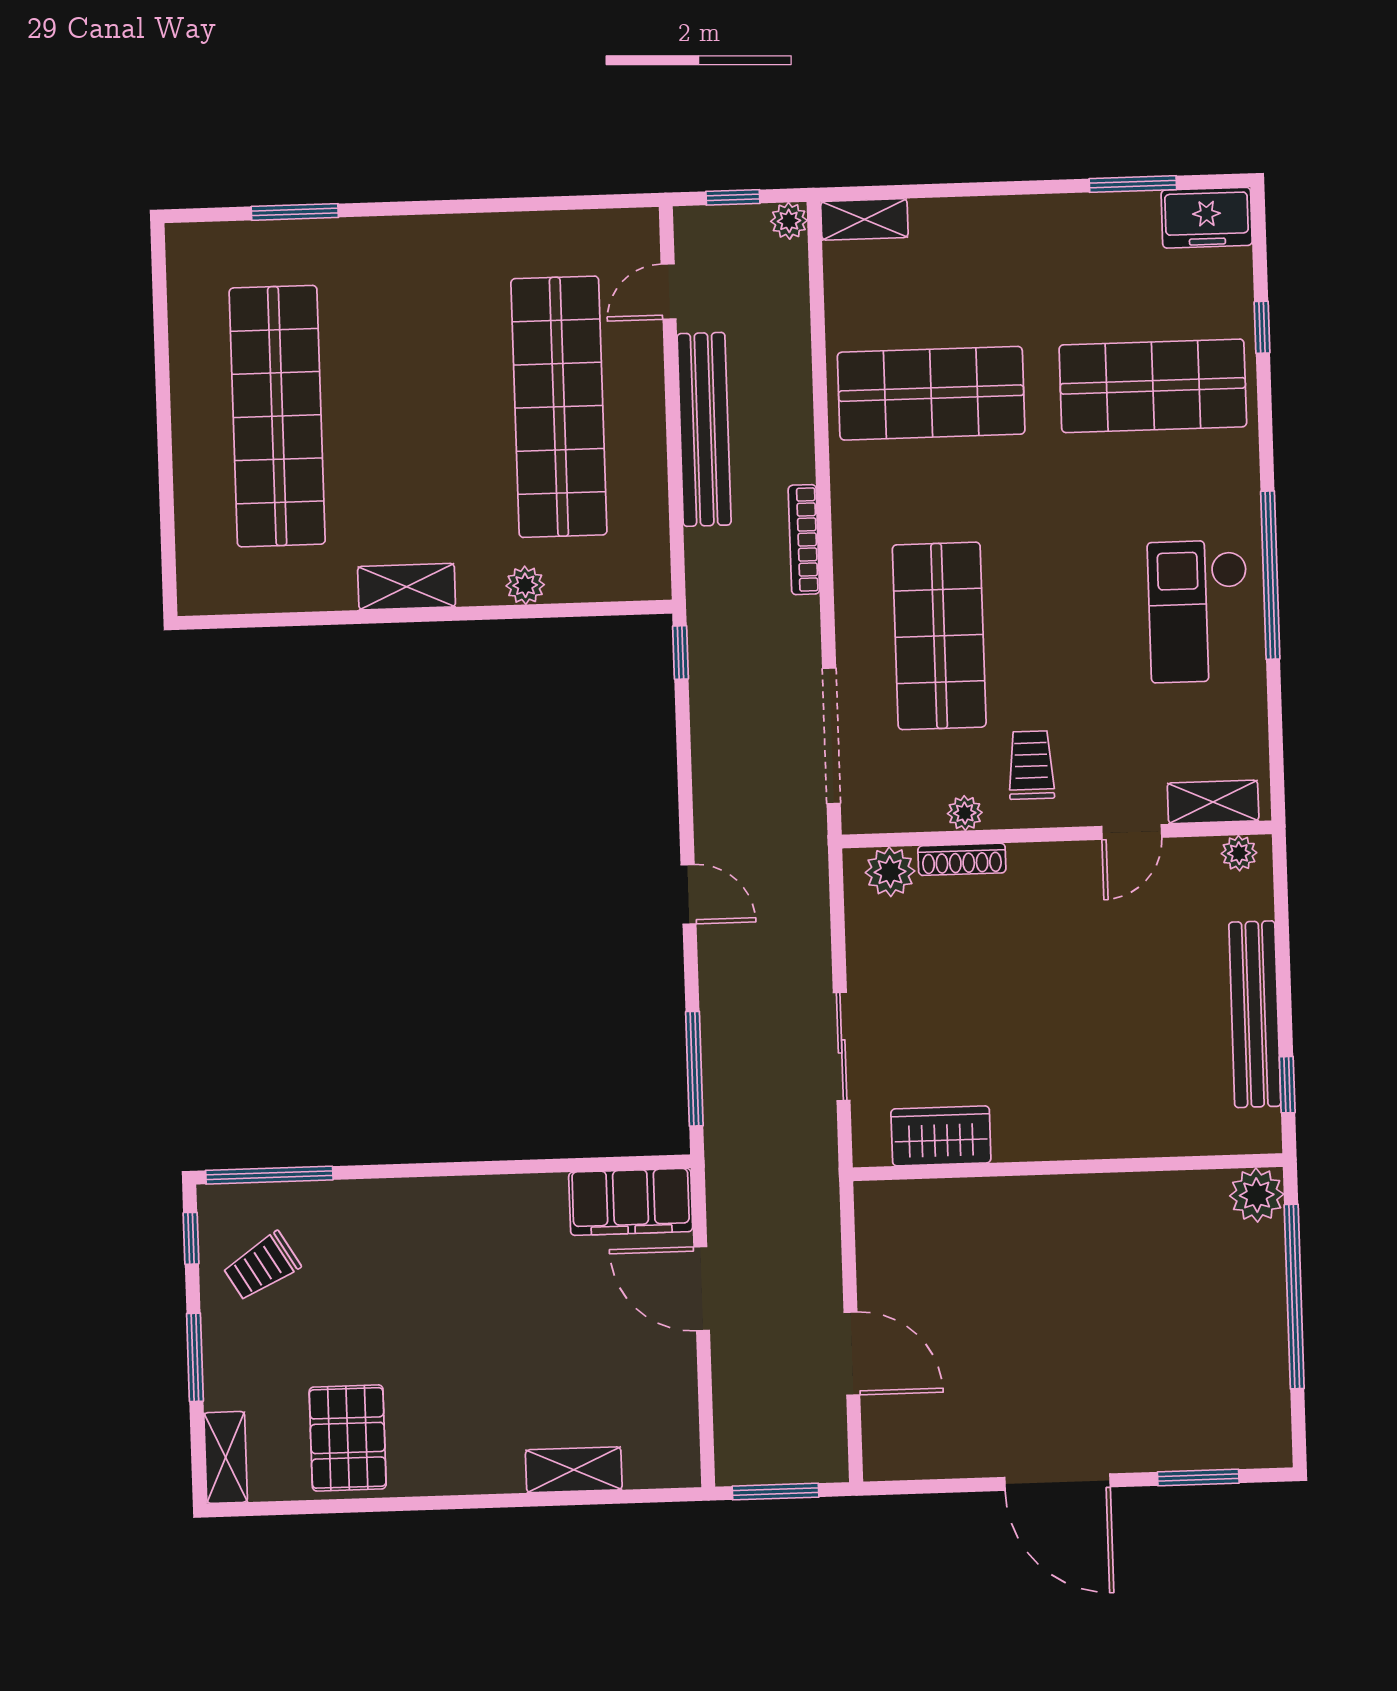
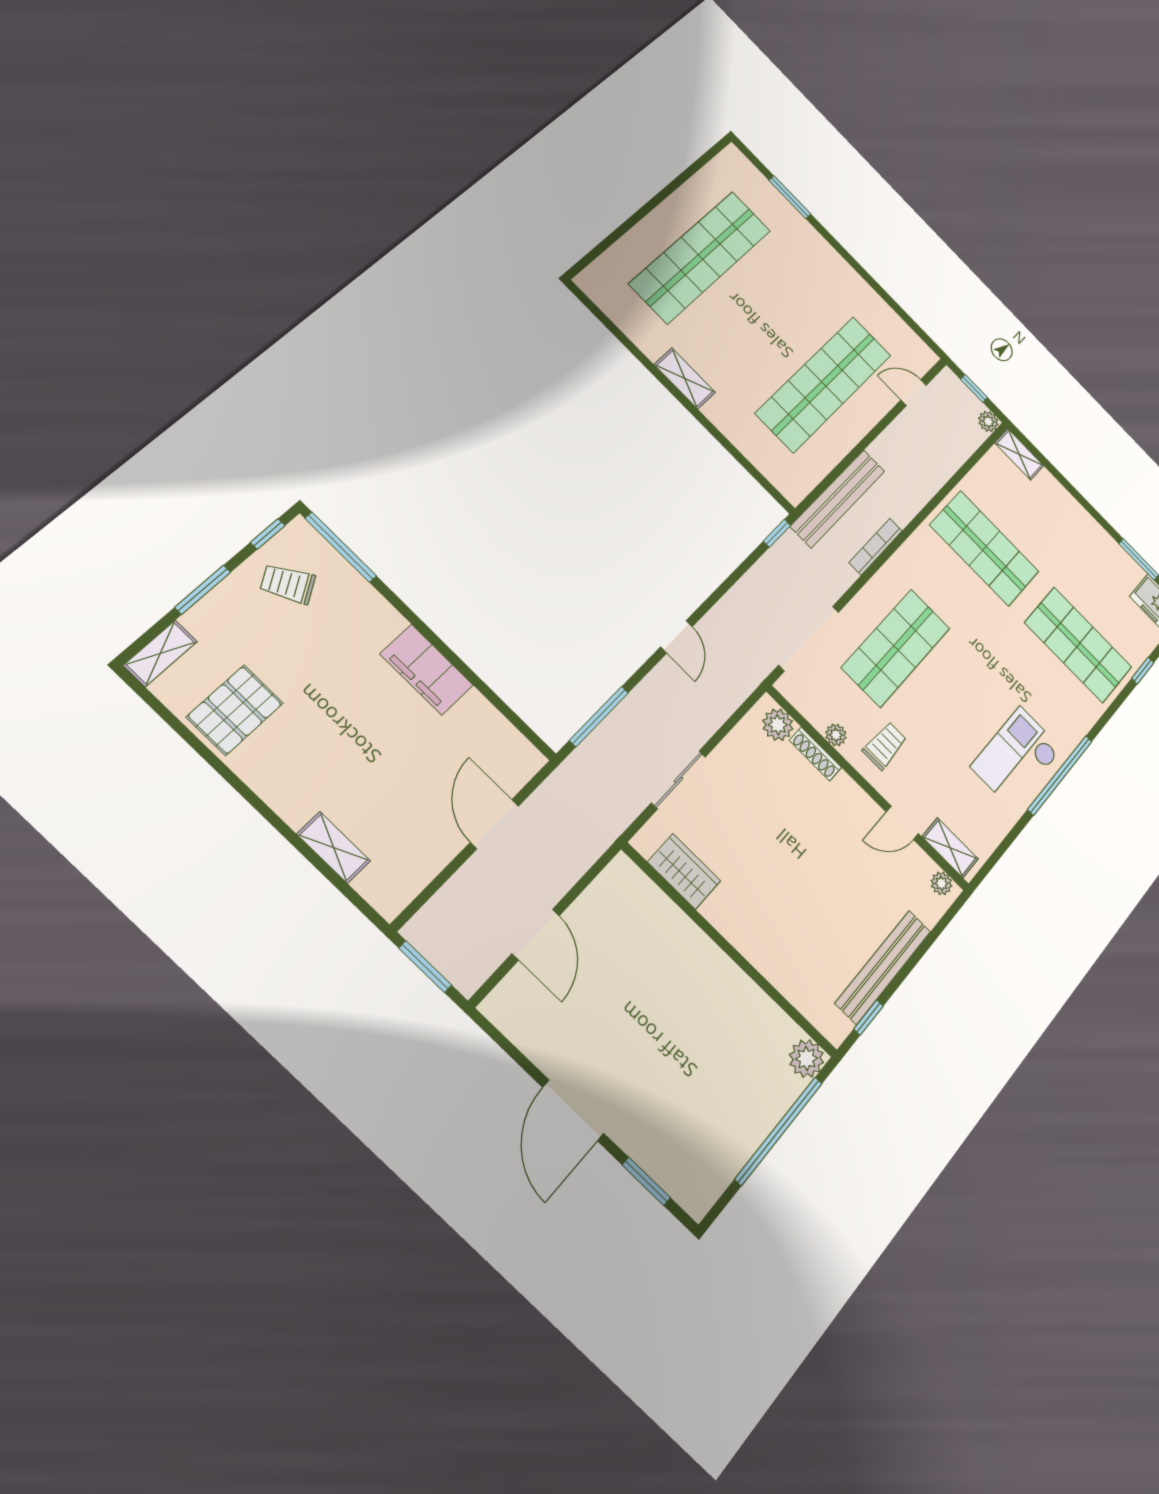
bench: (704, 429) -> (838, 499), moved
plant: (525, 585) -> (737, 434), removed
filing cabinet: (631, 1202) -> (427, 670), moved

